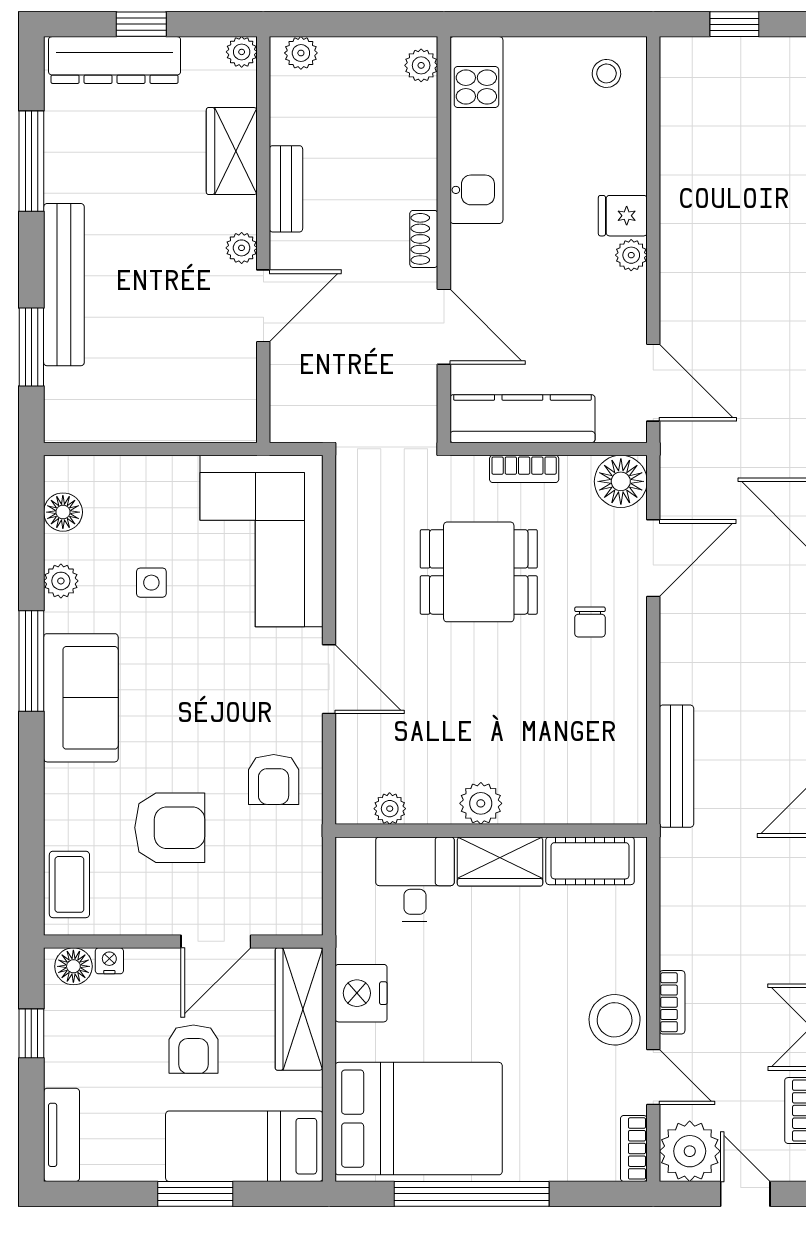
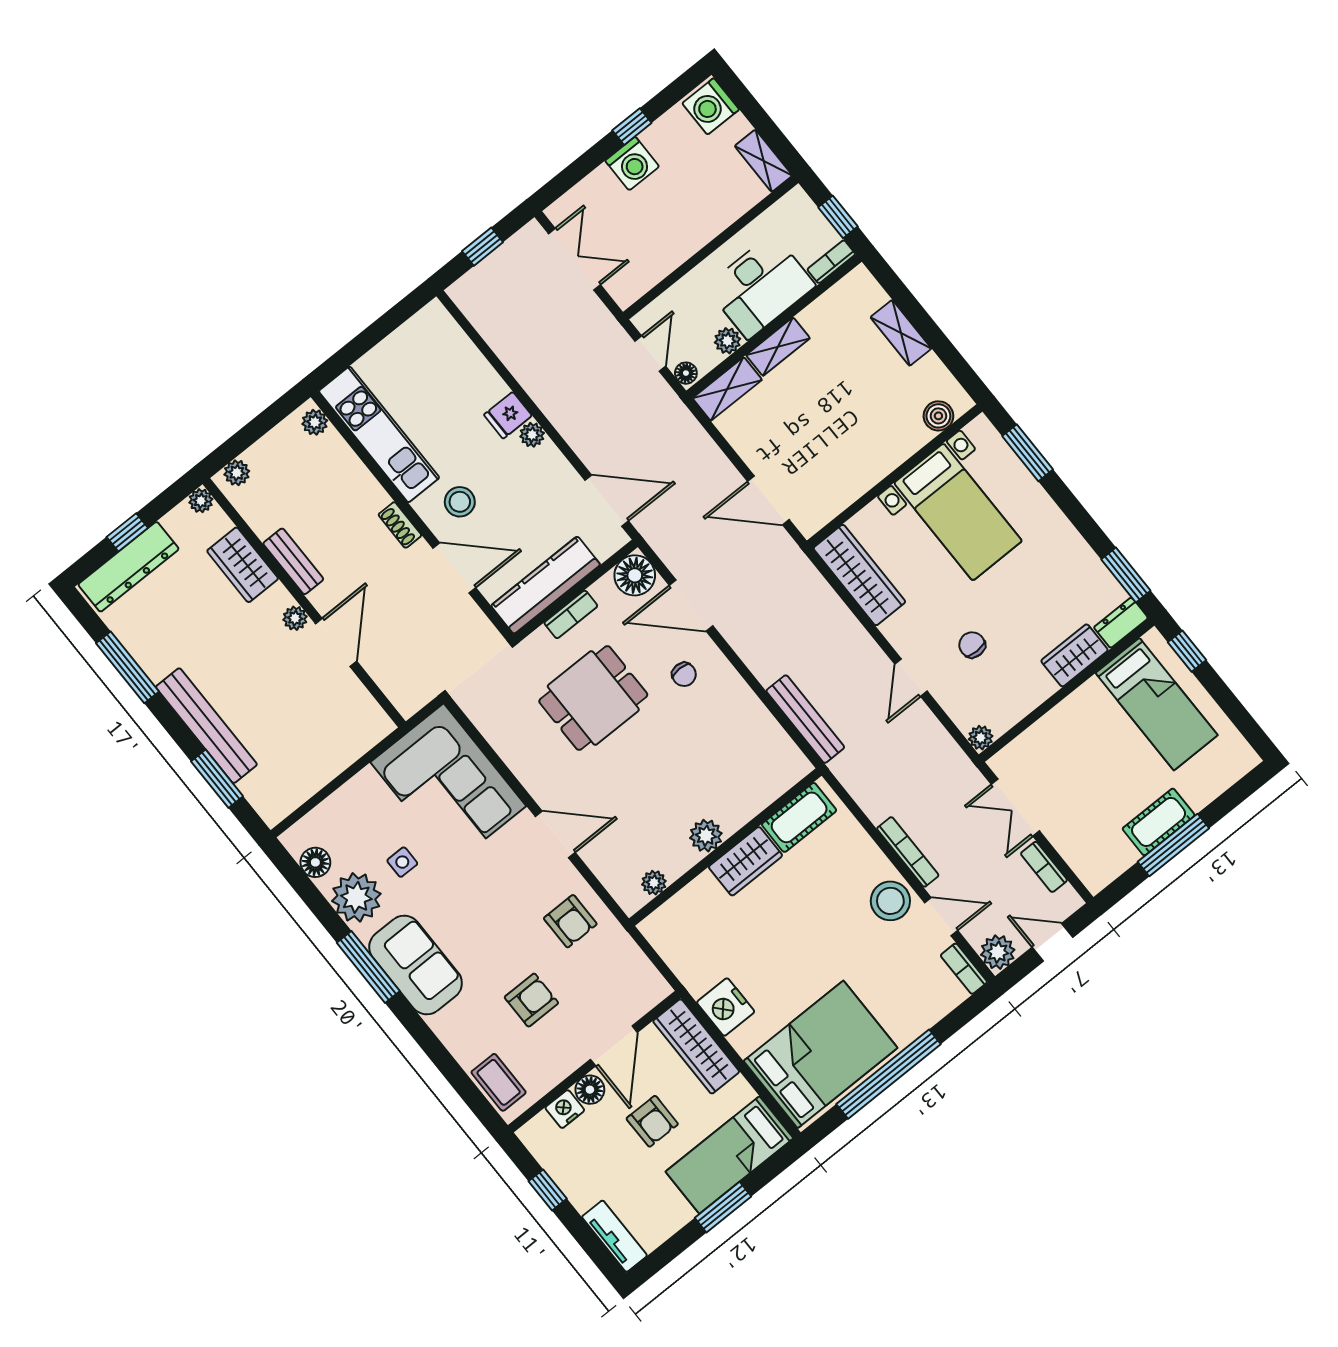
stool: (606, 73) -> (460, 502), moved, width x1.37, depth x1.37
door: (653, 558) -> (691, 606), swing flipped
plant: (61, 581) -> (356, 897), width x1.87, depth x1.87
armchair: (170, 828) -> (531, 1000), width x0.72, depth x0.72
desk: (415, 879) -> (703, 913), removed
nightstand: (109, 961) -> (565, 1109), width x1.39, depth x1.35
floor lamp: (73, 966) -> (590, 1090), moved
bookcase: (672, 1002) -> (908, 852), width x1.56
plant: (690, 1151) -> (998, 952), width x0.73, depth x0.73

